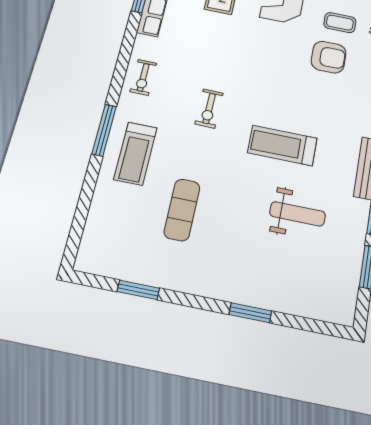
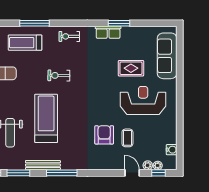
armchair: (329, 57) -> (104, 135), turned 180
treadmill: (282, 145) -> (46, 118), width x1.37, depth x1.38

